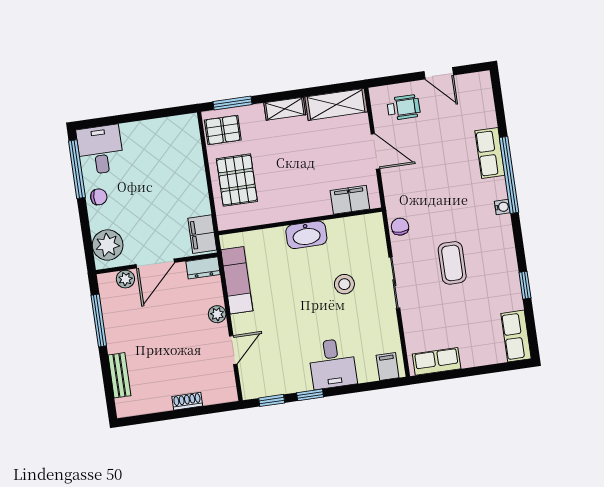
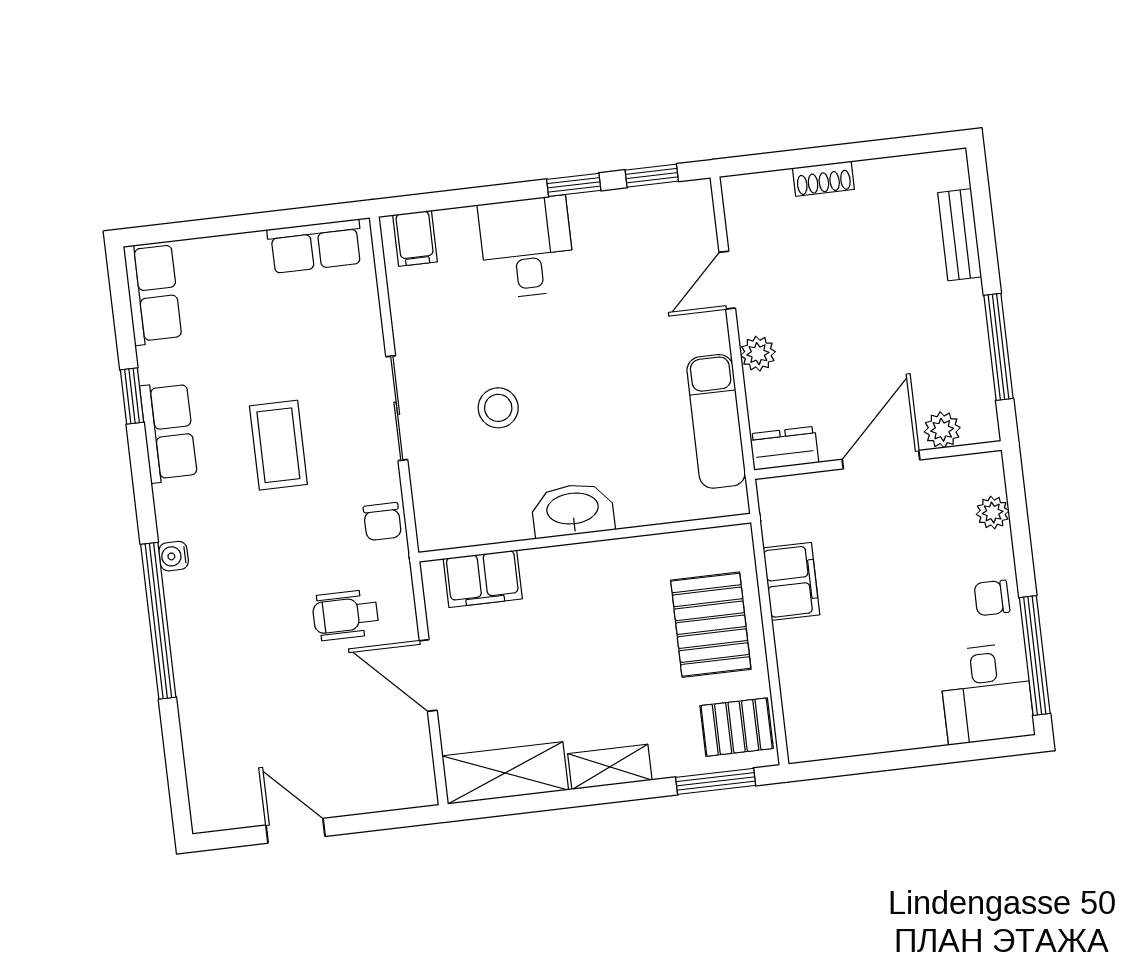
wheelchair: (404, 107) -> (345, 615), moved
row of seats: (490, 153) -> (169, 432), moved
filing cabinet: (202, 234) -> (791, 581), moved
plant: (108, 245) -> (993, 513), width x0.53, depth x0.53

